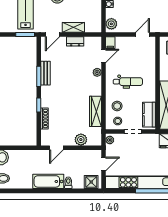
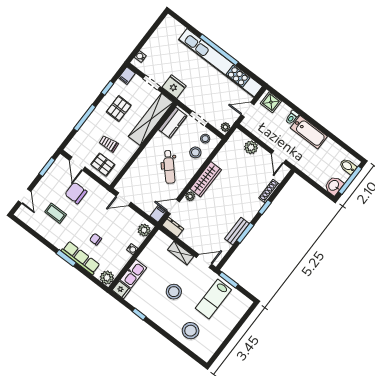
dresser: (75, 41) -> (173, 227), moved
dental chair: (128, 82) -> (169, 167), turned -133
wardrobe: (95, 111) -> (206, 179), moved
door: (56, 148) -> (279, 157), swing flipped

